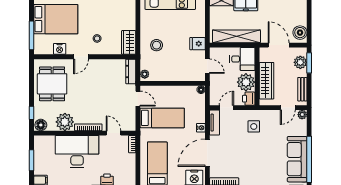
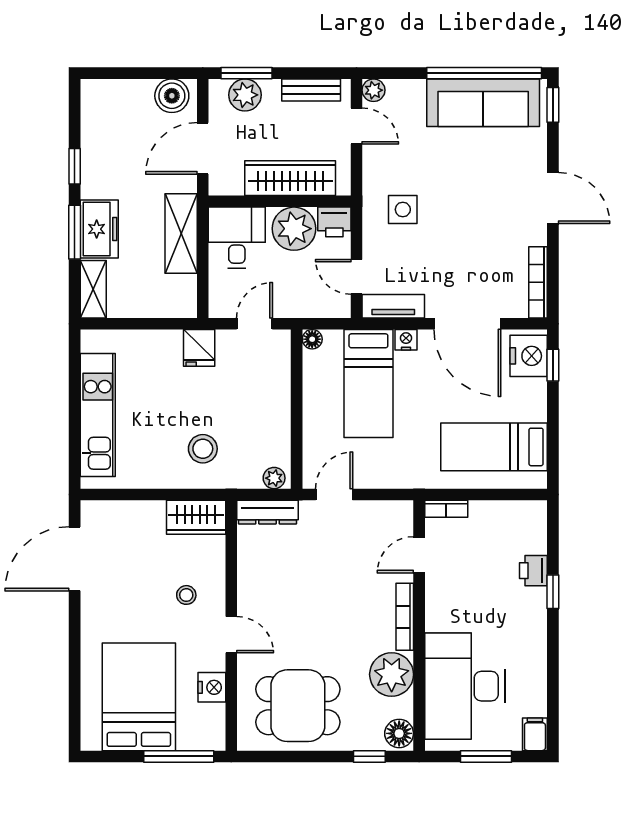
shelving: (236, 36) -> (181, 233), width x0.68
bed: (162, 118) -> (368, 384), moved, turned 180
desk: (77, 152) -> (465, 686), moved

